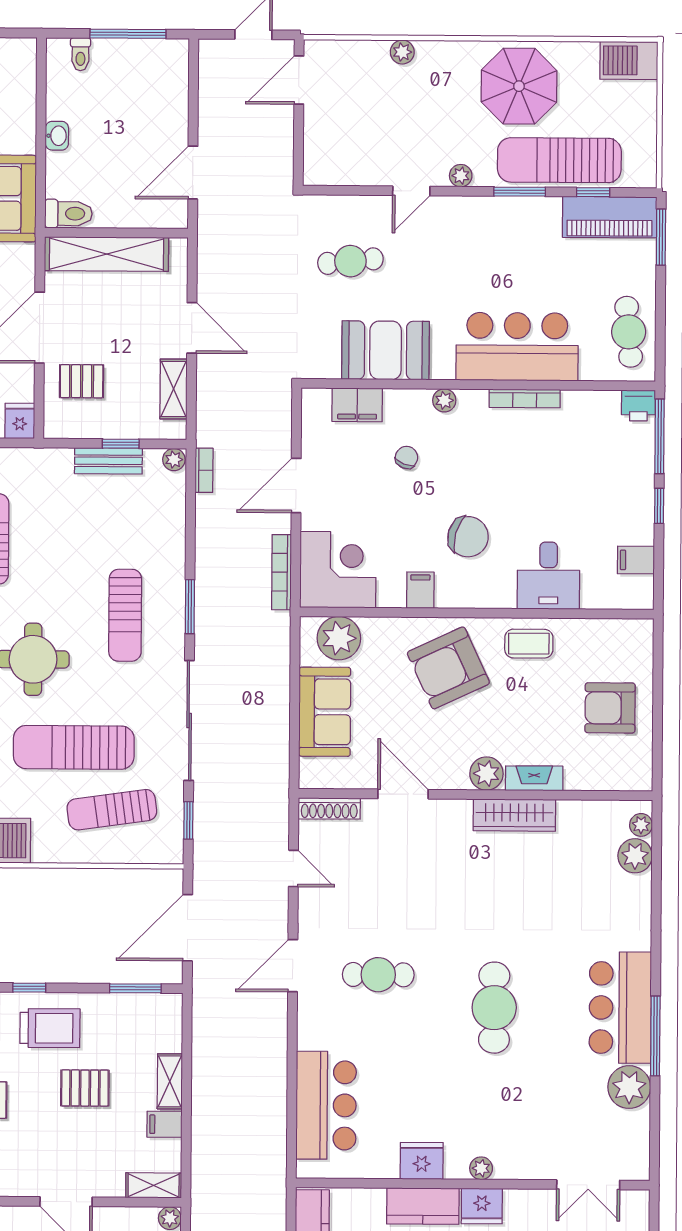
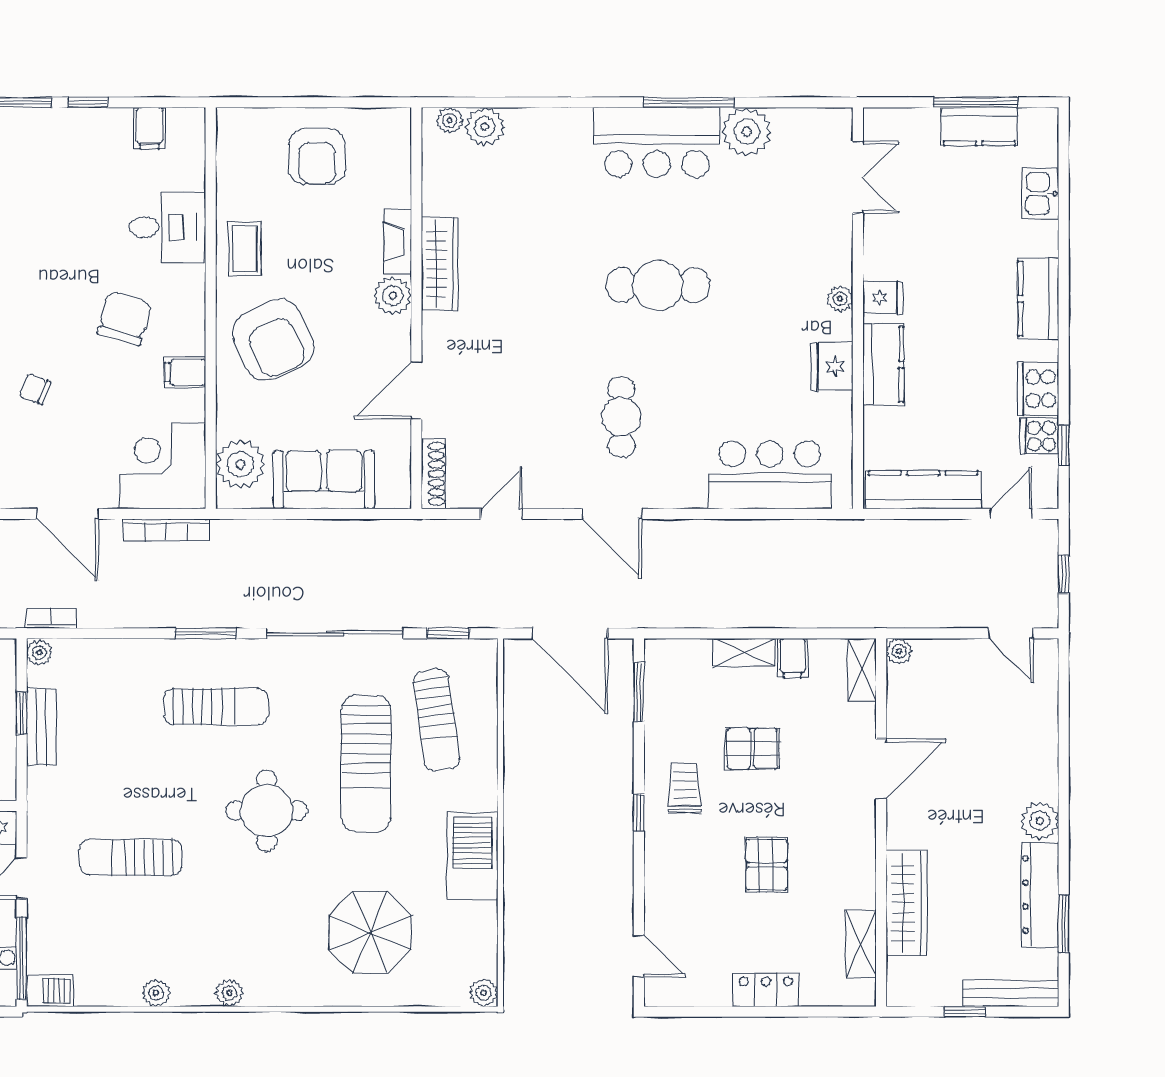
trolley: (50, 1028) -> (685, 789), width x0.73, depth x0.72
pallet: (85, 1088) -> (752, 749), turned 90
fridge: (482, 1206) -> (883, 298), width x0.72

